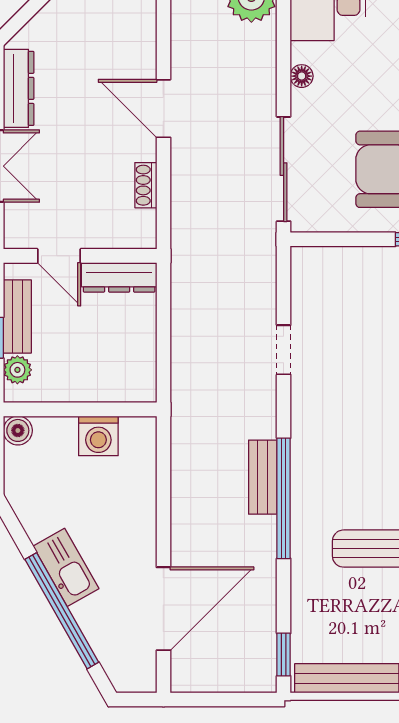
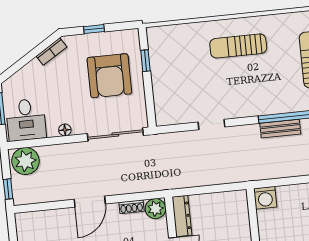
plant: (138, 229) -> (155, 209), added
washing machine: (98, 436) -> (265, 198), moved, turned 90

